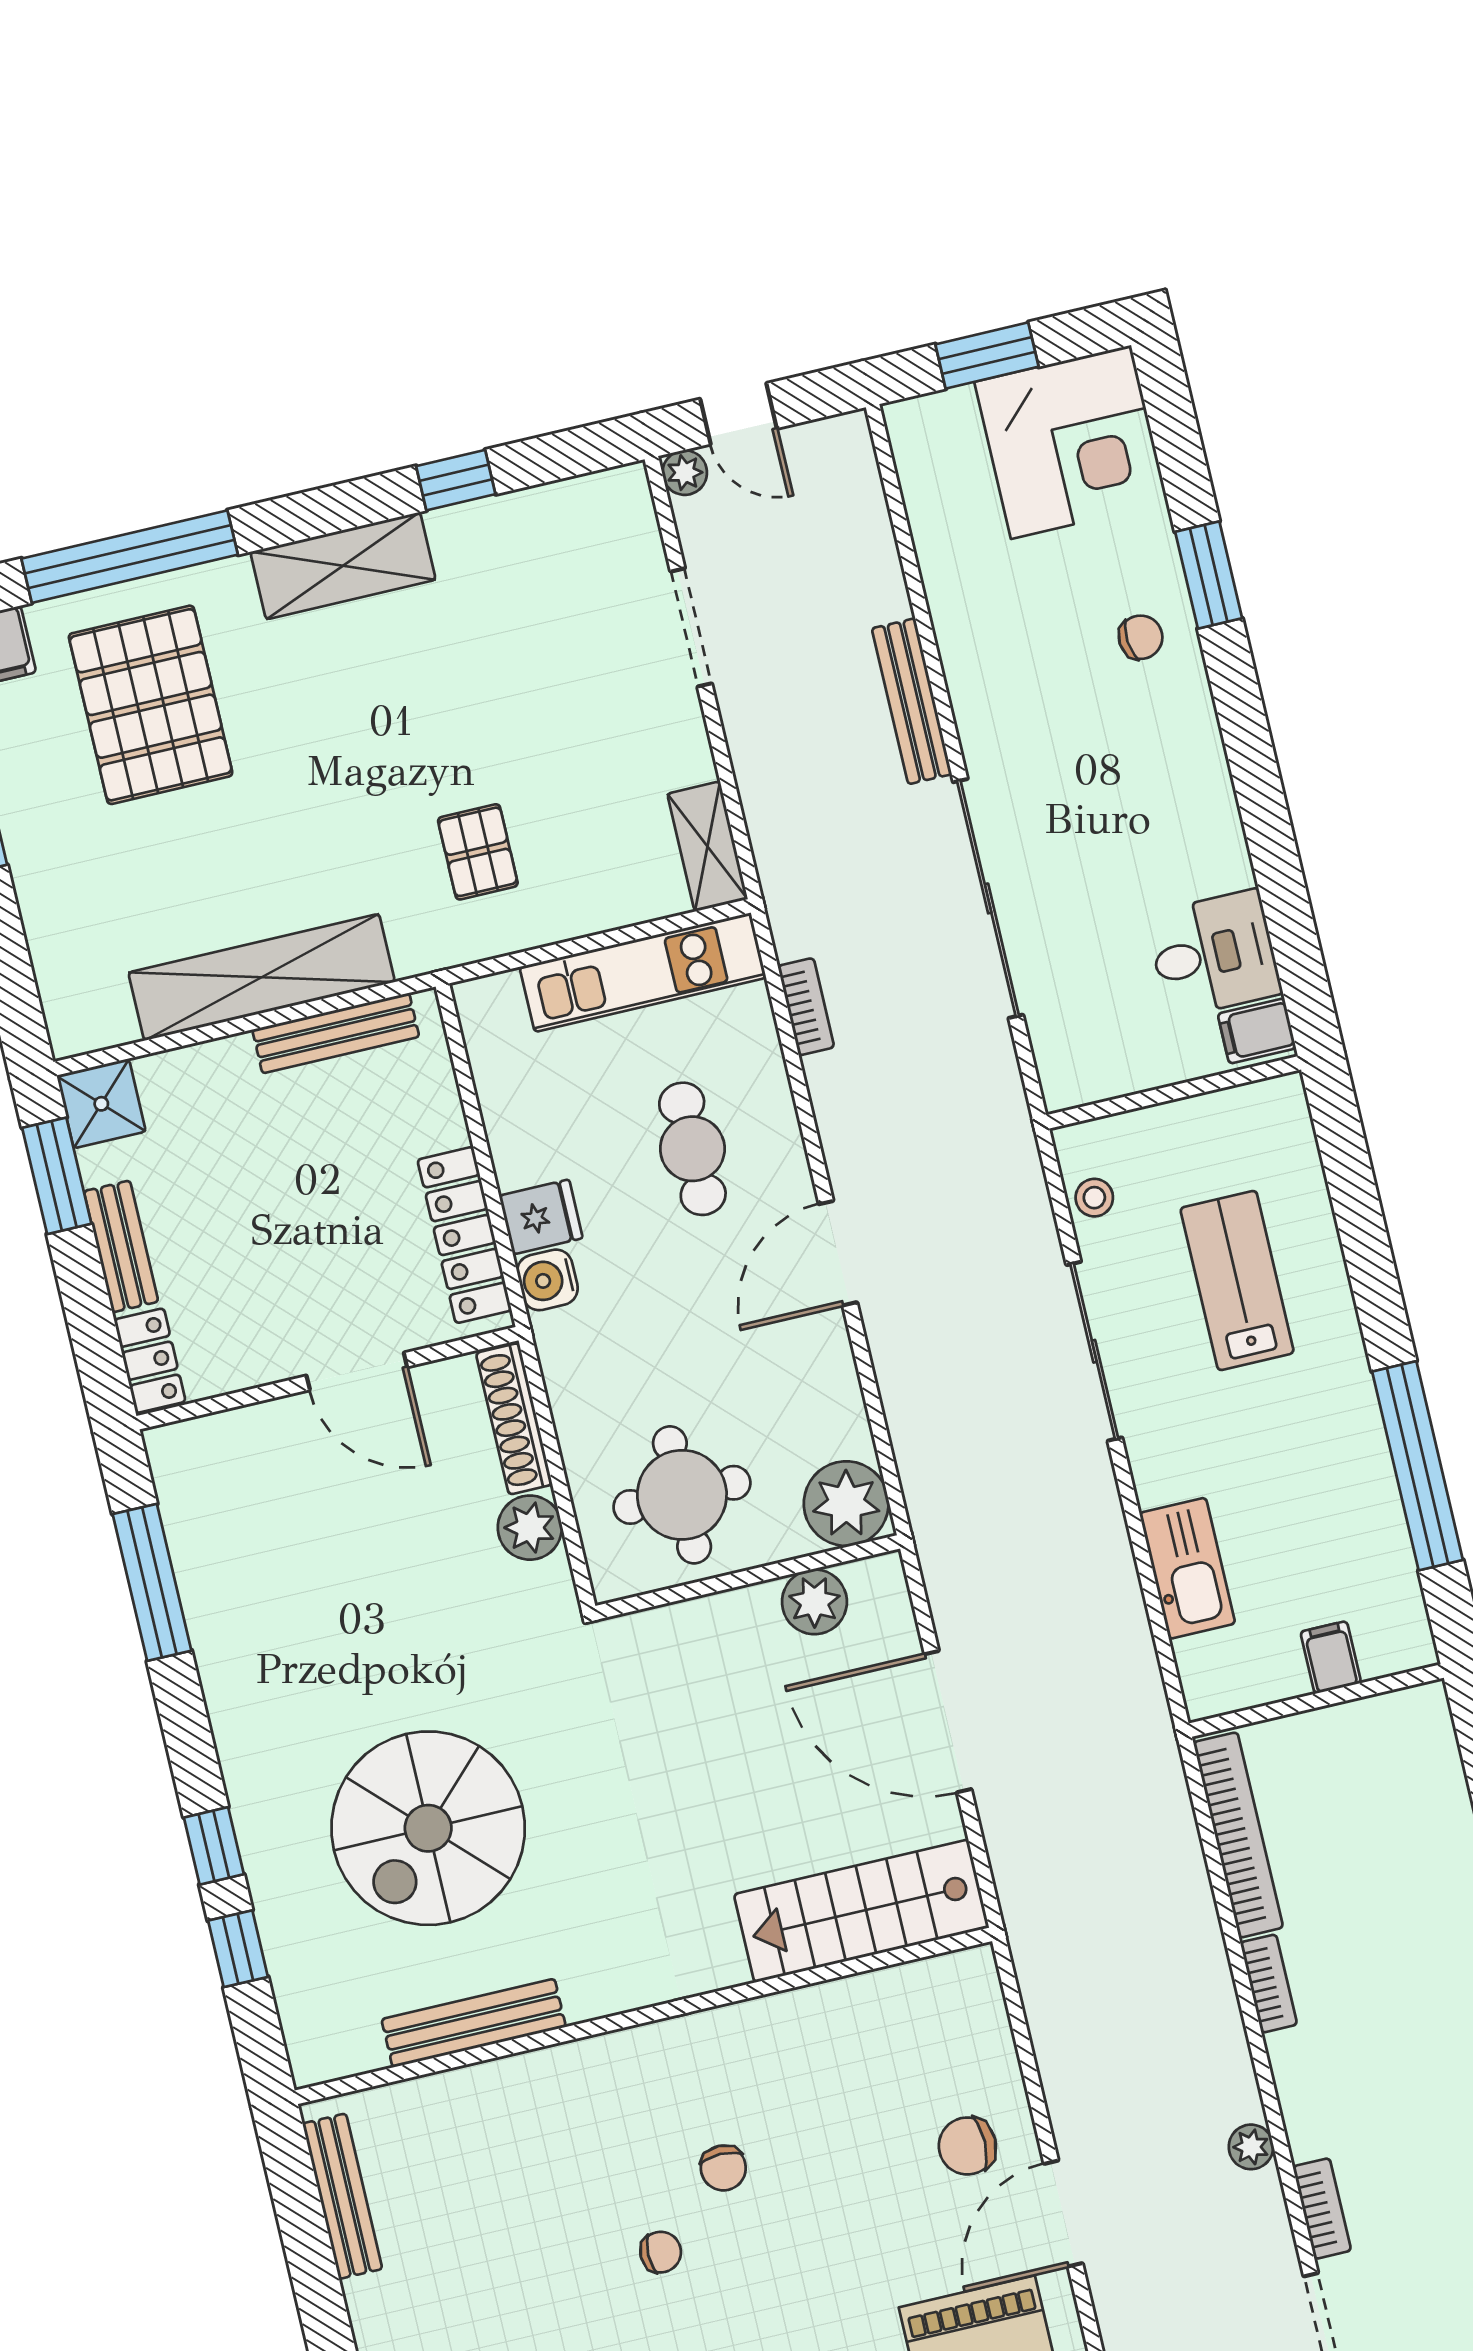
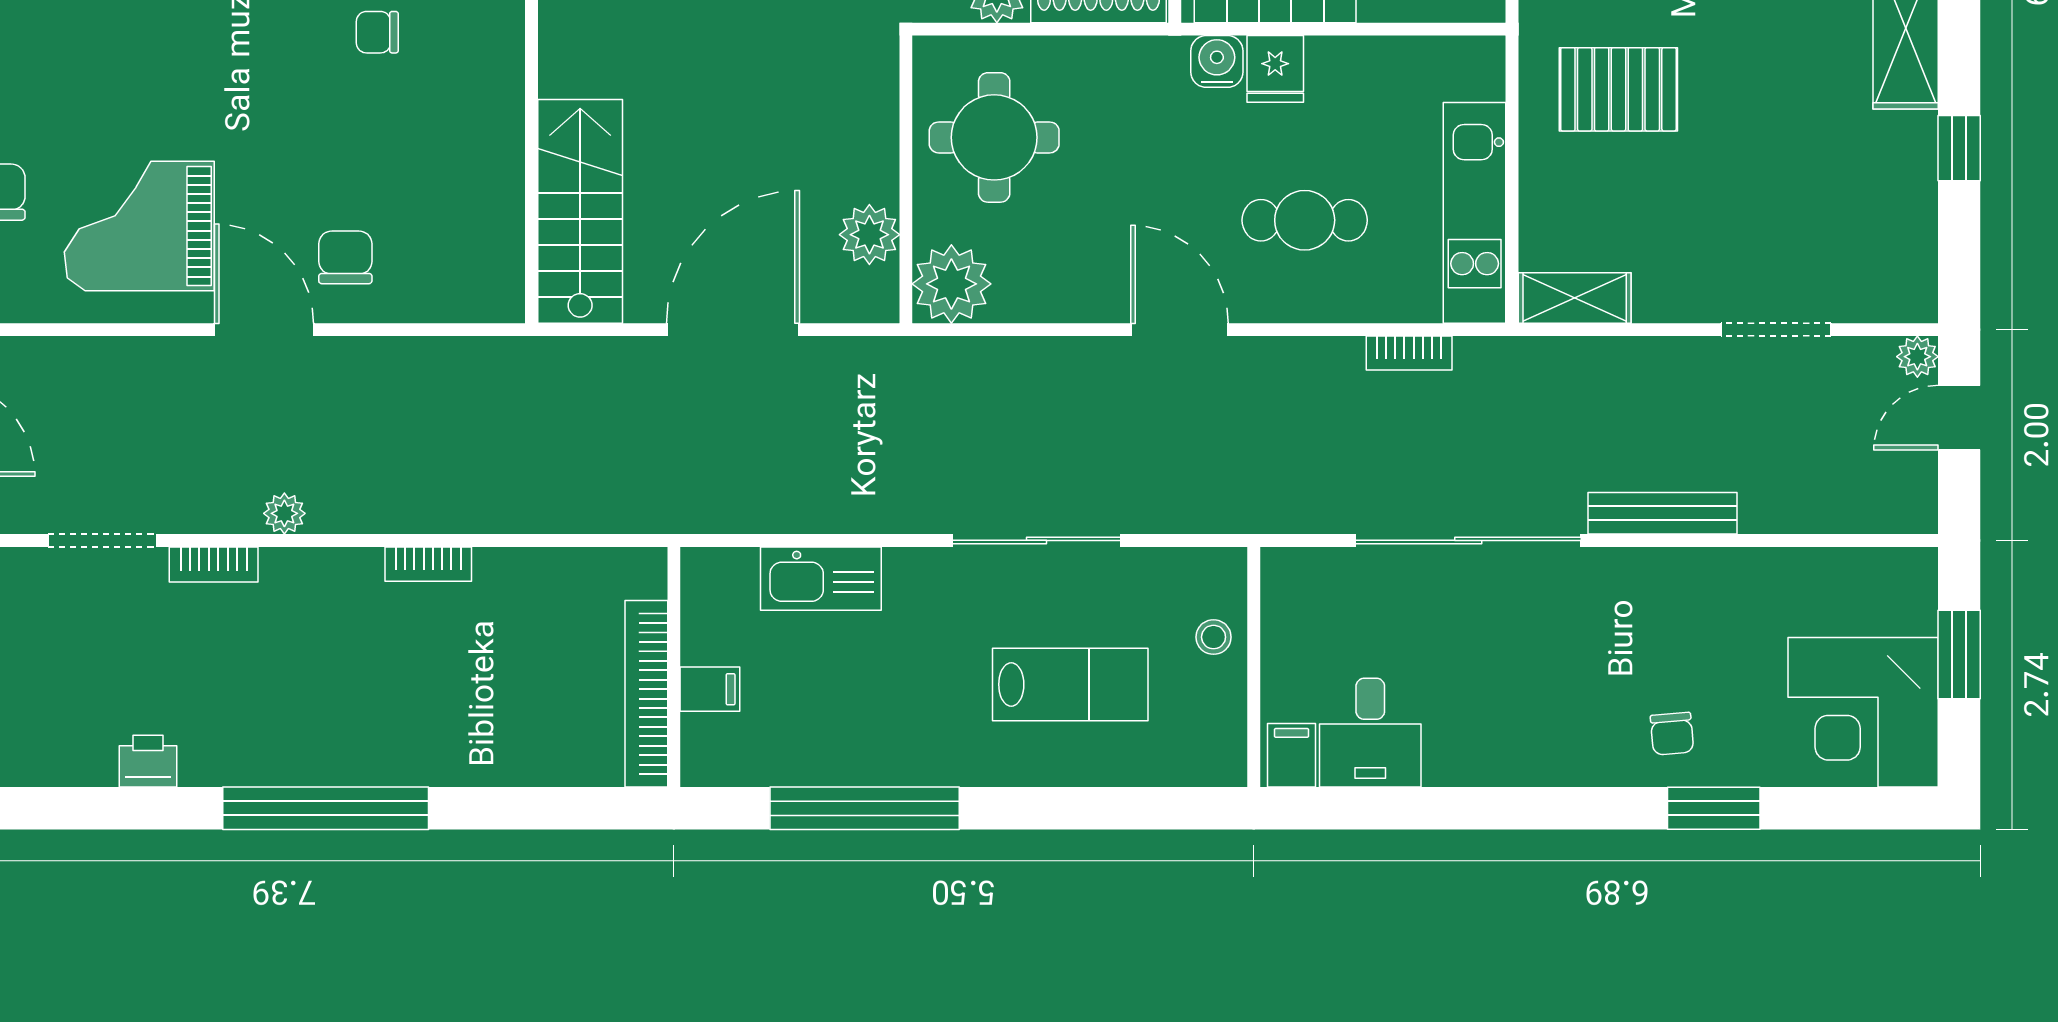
pallet: (478, 852) -> (1618, 89), width x1.50, depth x1.42
stool: (1094, 1198) -> (1214, 637), moved
bookcase: (1238, 1835) -> (646, 694), moved, turned 90

